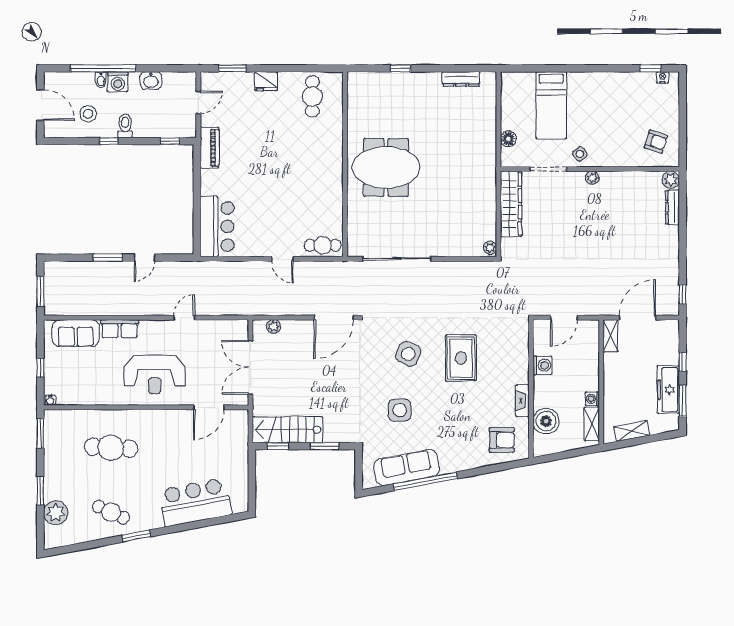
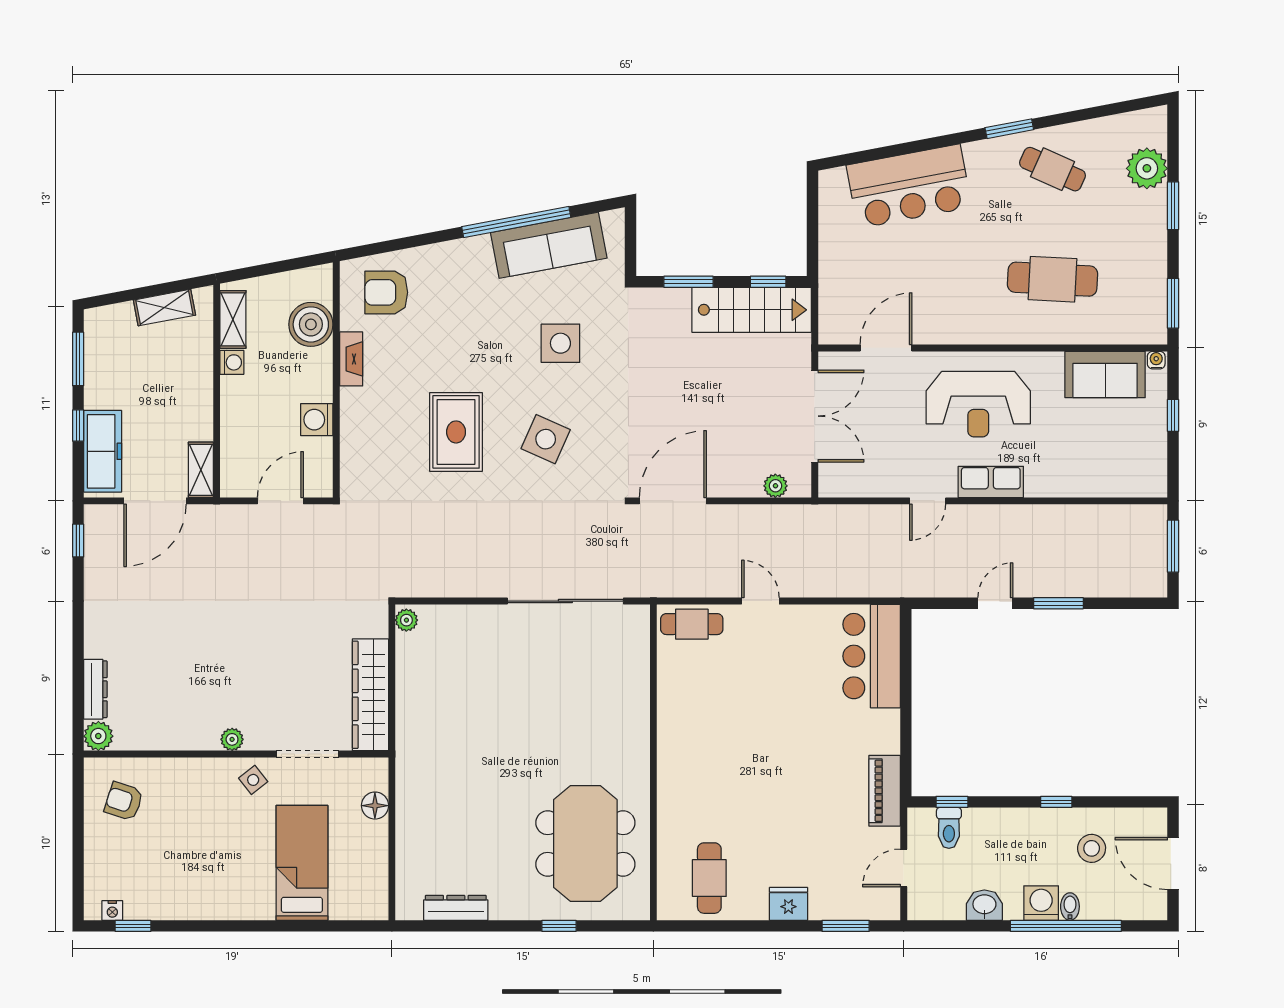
toilet: (125, 126) -> (949, 828), moved
meeting table: (386, 167) -> (585, 844), moved, turned 90
row of seats: (120, 329) -> (991, 482), moved
sofa: (76, 333) -> (1105, 374), moved, turned 180
reception desk: (155, 374) -> (978, 404), turned 180
freezer: (668, 390) -> (103, 451), moved

